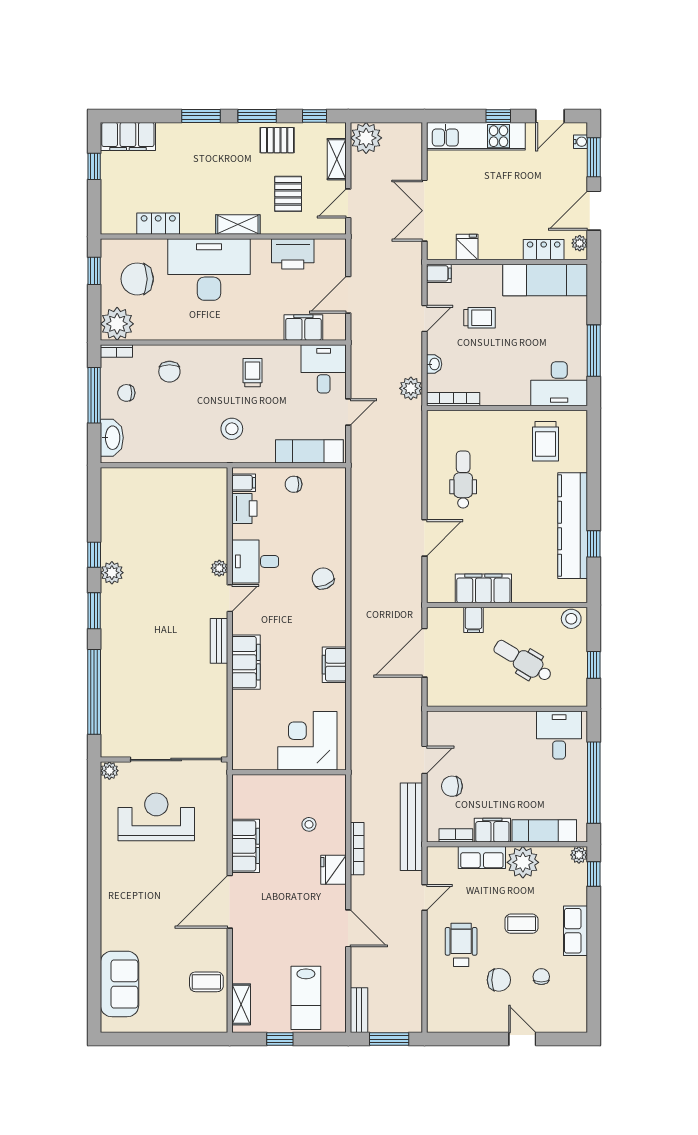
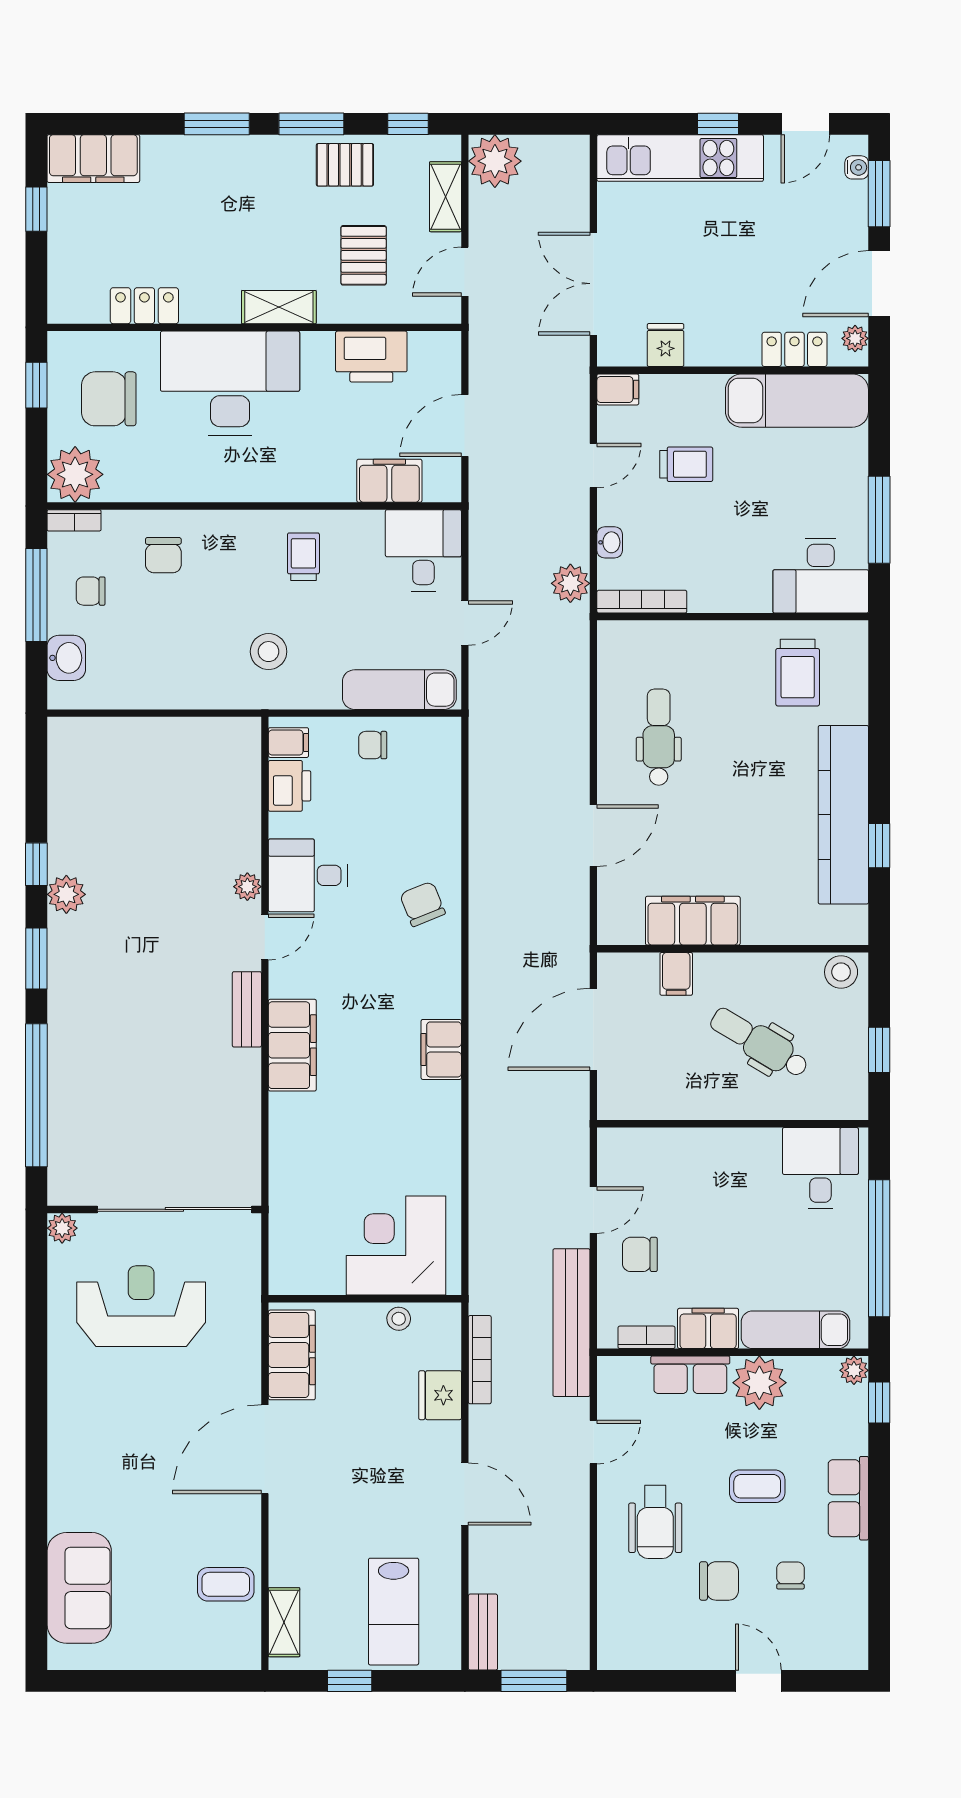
washbasin: (112, 438) -> (66, 658), width x0.72
corner desk: (307, 741) -> (396, 1246), moved
wall: (289, 772) -> (365, 1299), moved
wheelchair: (461, 945) -> (655, 1522), turned 180

